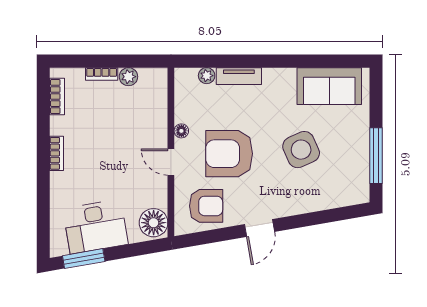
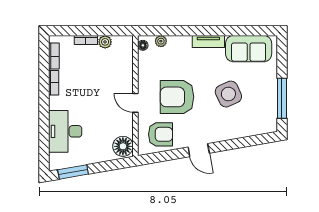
tv unit: (239, 76) -> (208, 41), moved
floor lamp: (181, 131) -> (143, 45), moved
bookcase: (57, 153) -> (54, 83), moved
desk: (95, 227) -> (65, 131), moved, turned 100
door: (260, 228) -> (199, 150), hinge flipped

